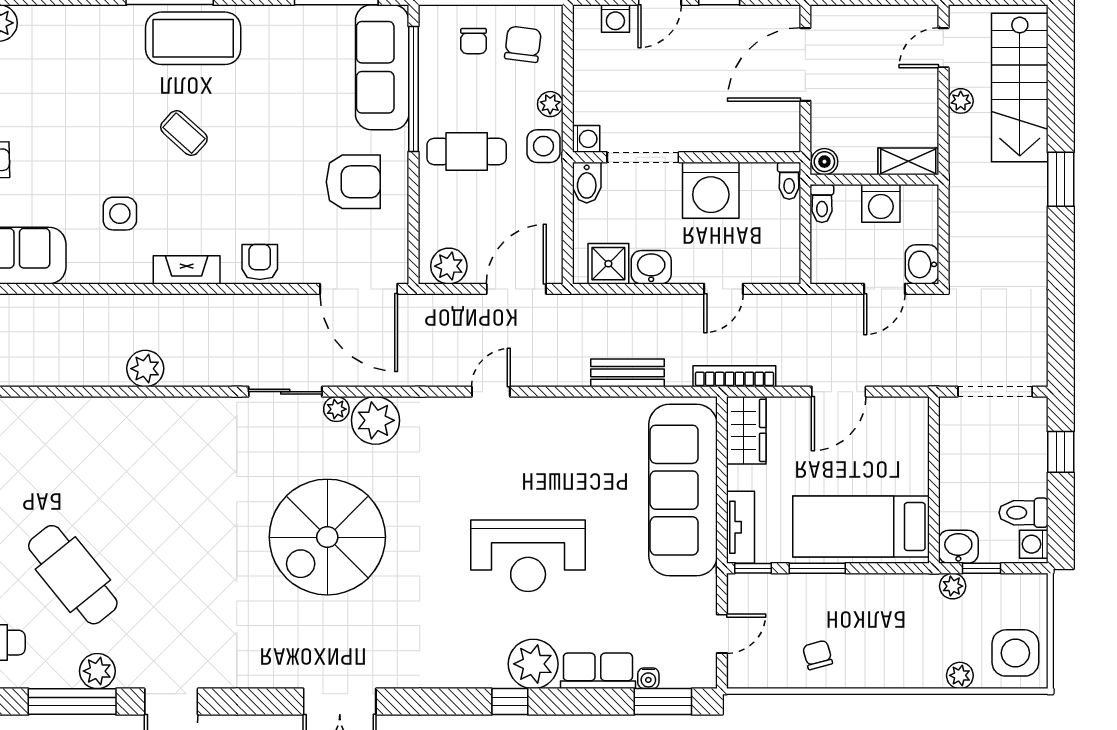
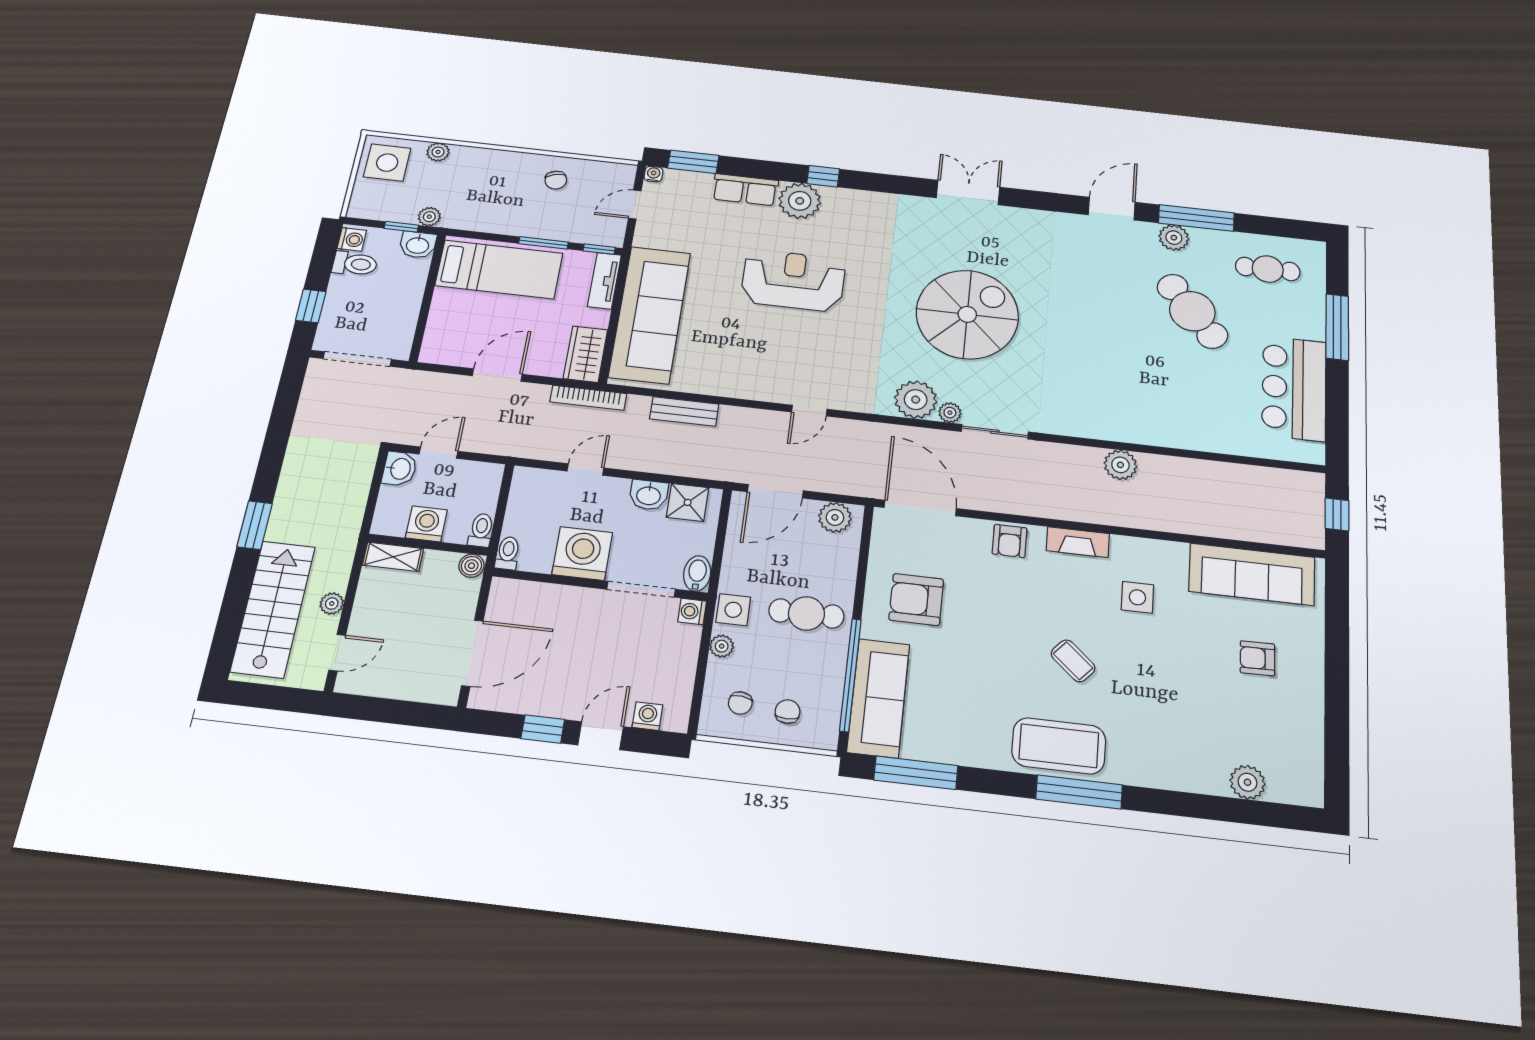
chair: (523, 44) -> (740, 703), width x0.73, depth x0.73
water cooler: (648, 678) -> (653, 174), moved

